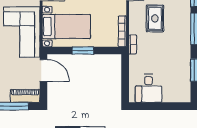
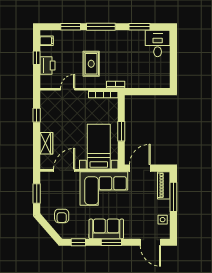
rug: (155, 18) -> (91, 64), turned 90
desk: (149, 88) -> (158, 44), moved, turned -90

